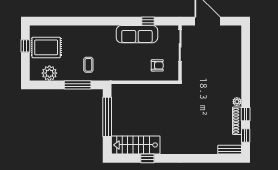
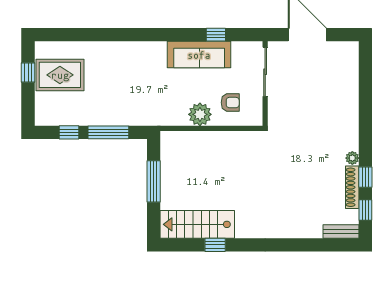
coffee table: (88, 65) -> (125, 102), removed
plant: (49, 73) -> (200, 114), moved
window: (52, 85) -> (69, 132), added
window: (107, 117) -> (154, 181), width x0.68

